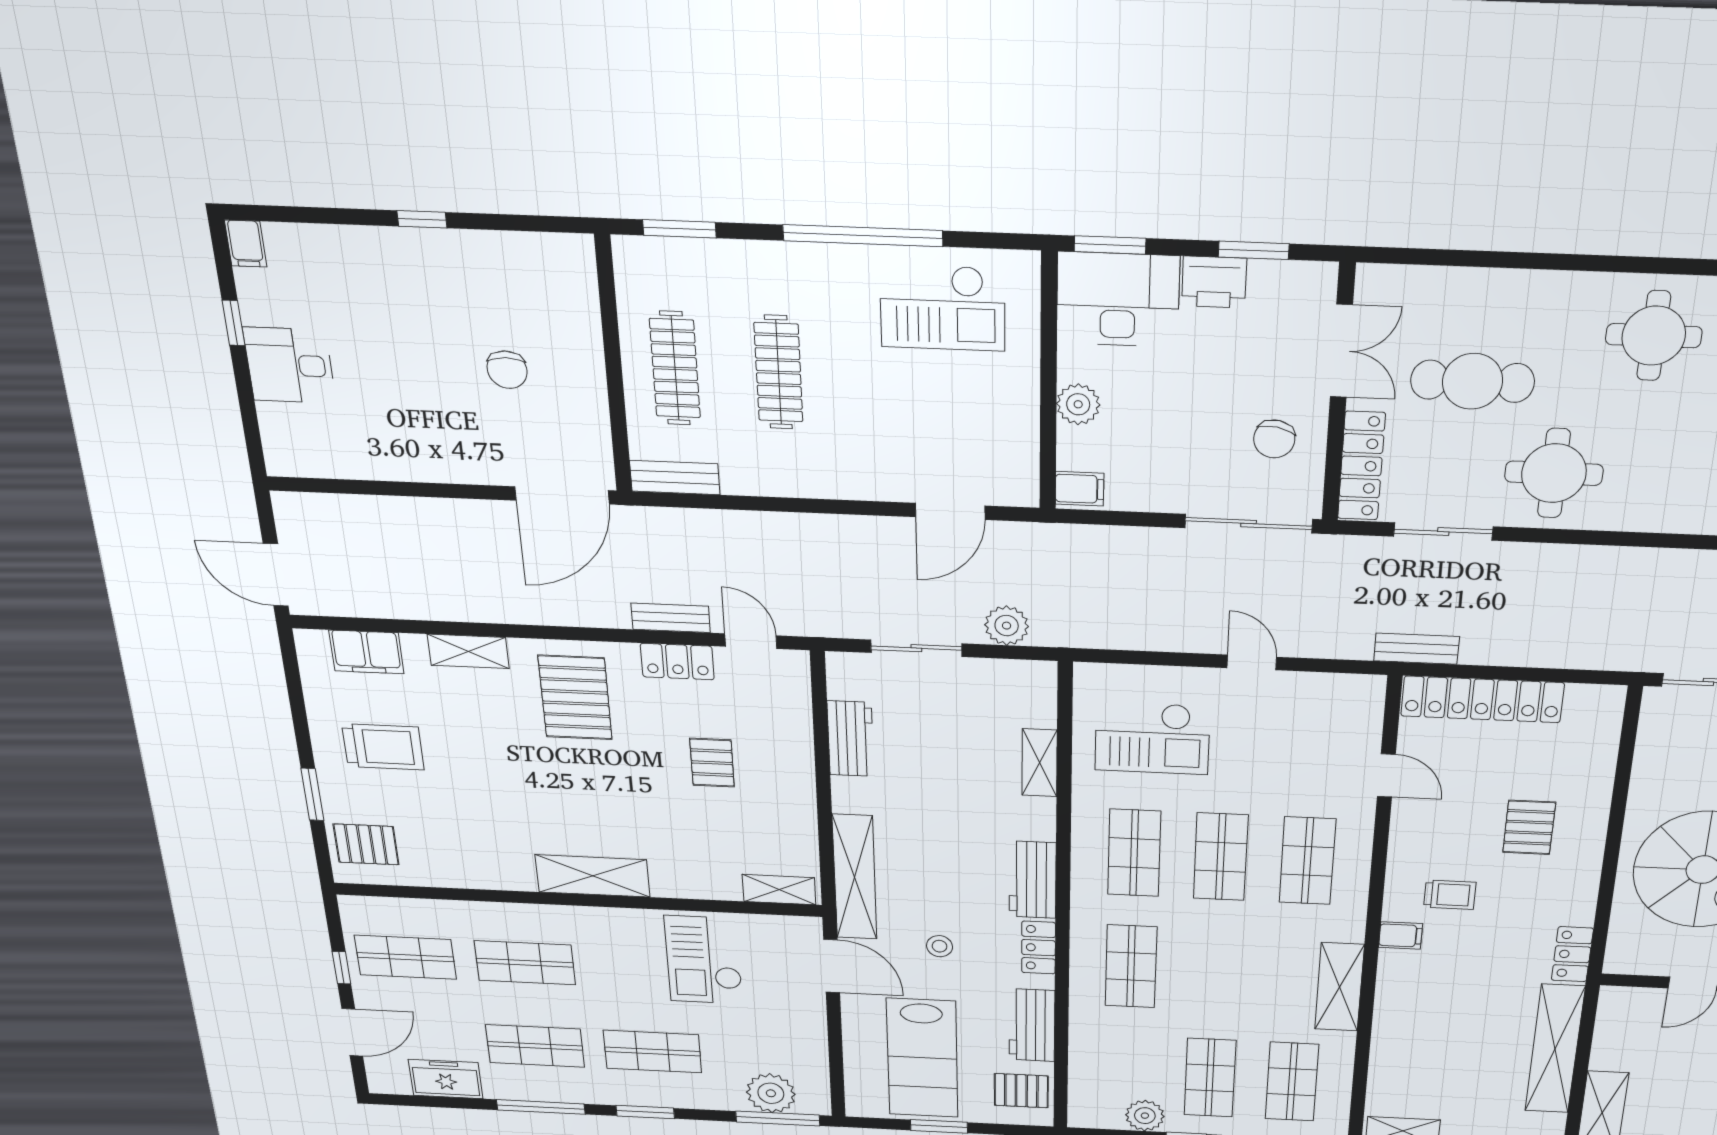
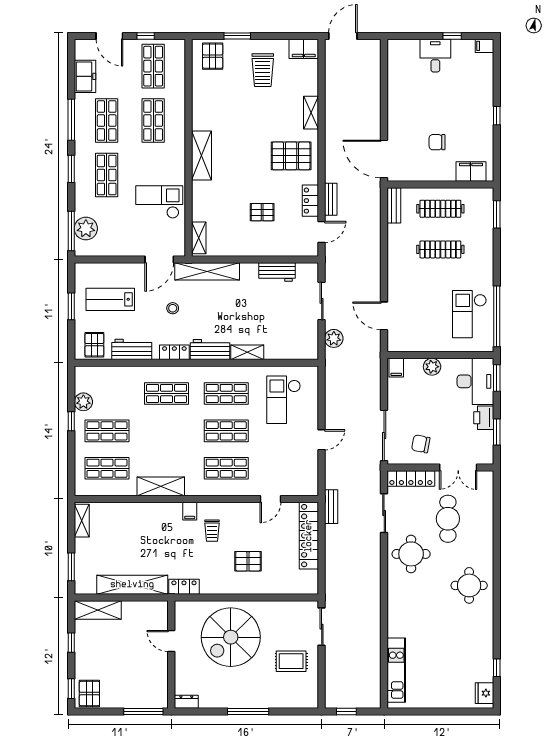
window: (863, 236) -> (497, 316), moved
filing cabinet: (573, 290) -> (471, 171), added
filing cabinet: (366, 652) -> (304, 49), moved, turned -90
shelving: (1040, 763) -> (247, 352), moved
lab bench: (922, 1058) -> (110, 299), width x0.73, depth x0.72

